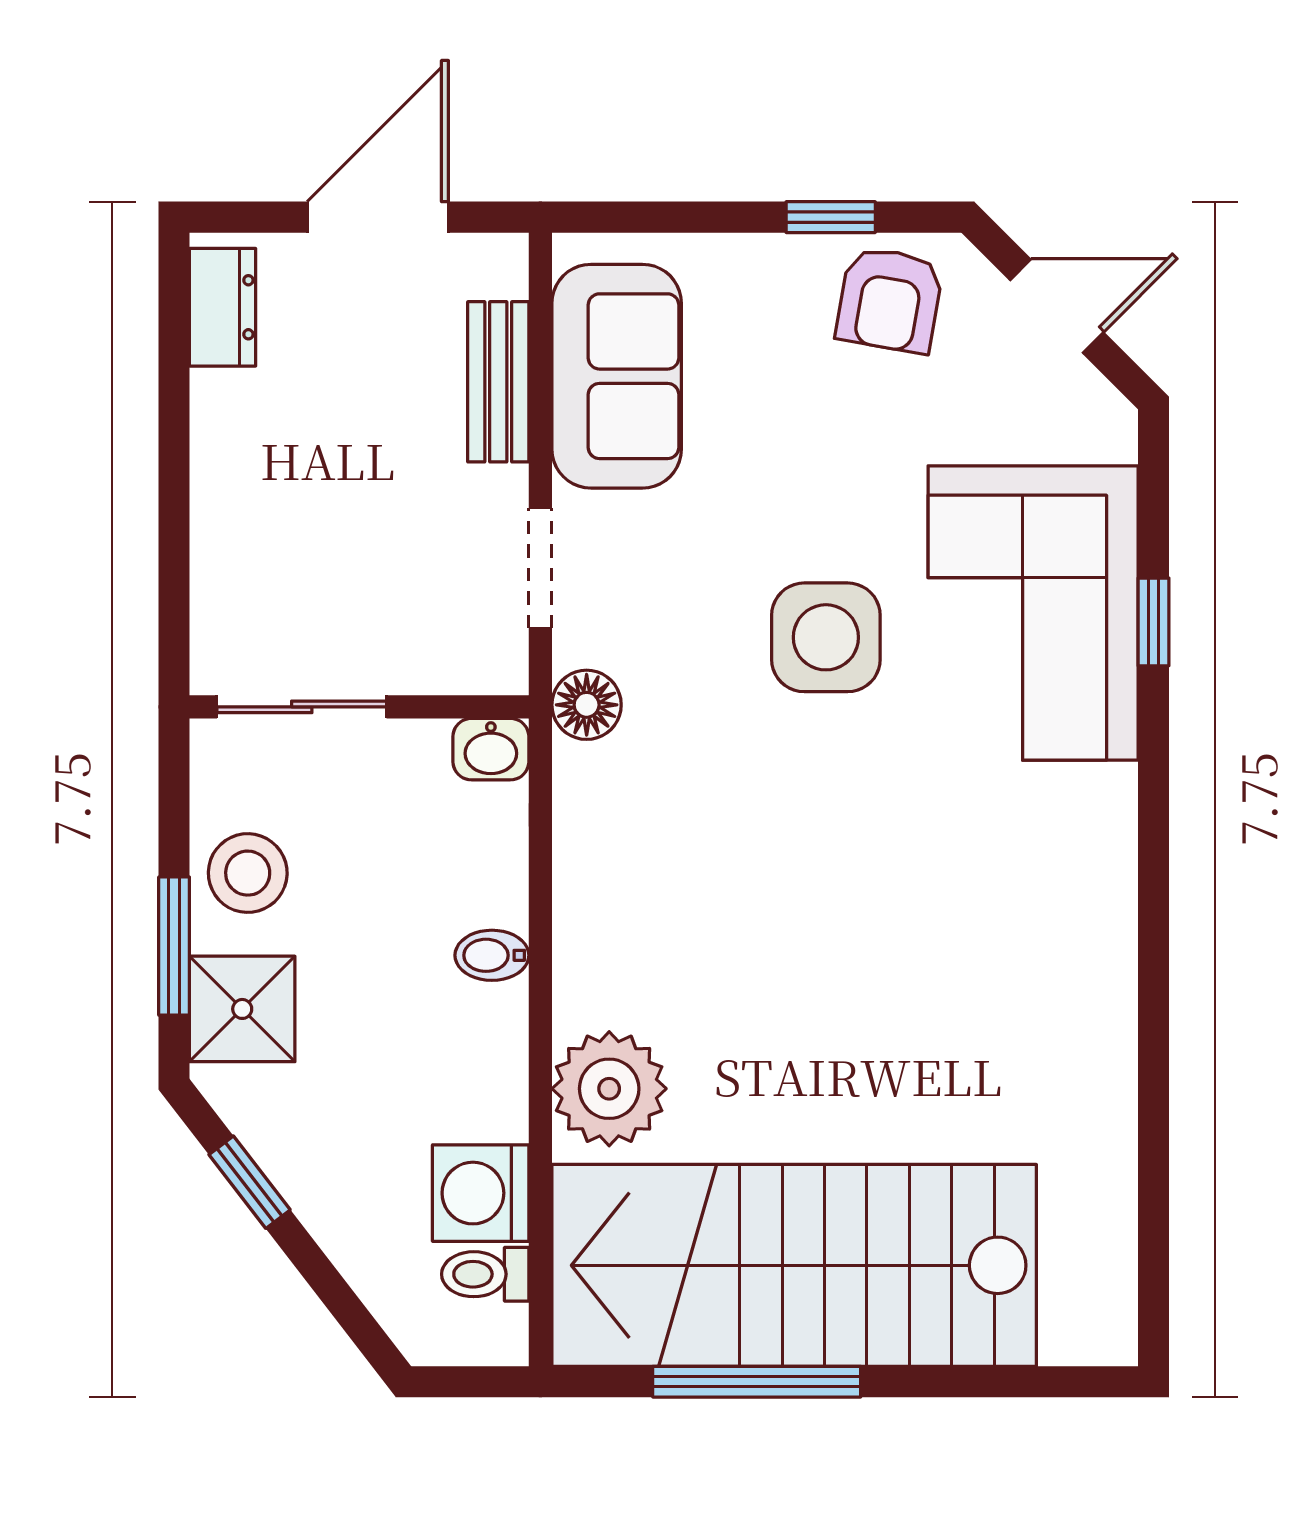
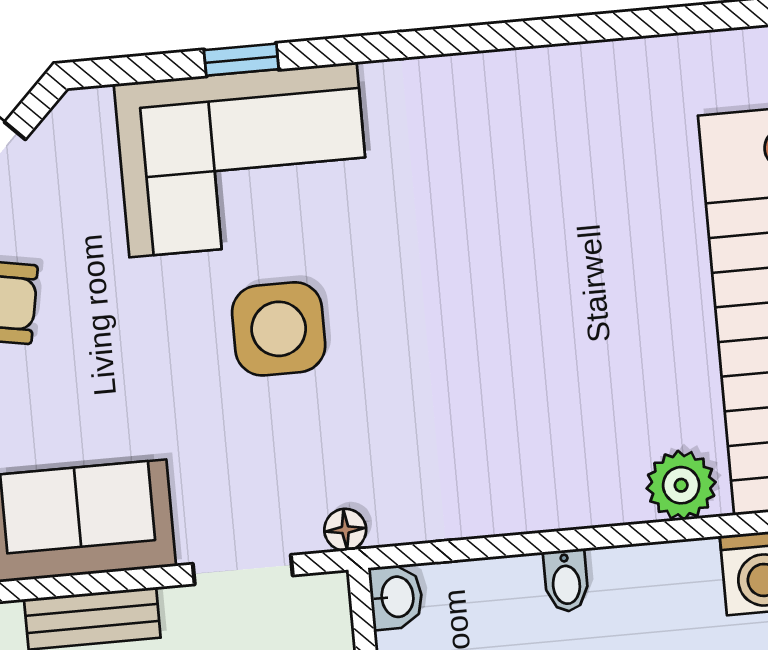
floor lamp: (587, 705) -> (345, 530), width x0.73, depth x0.73
plant: (609, 1089) -> (681, 485), width x0.73, depth x0.73

